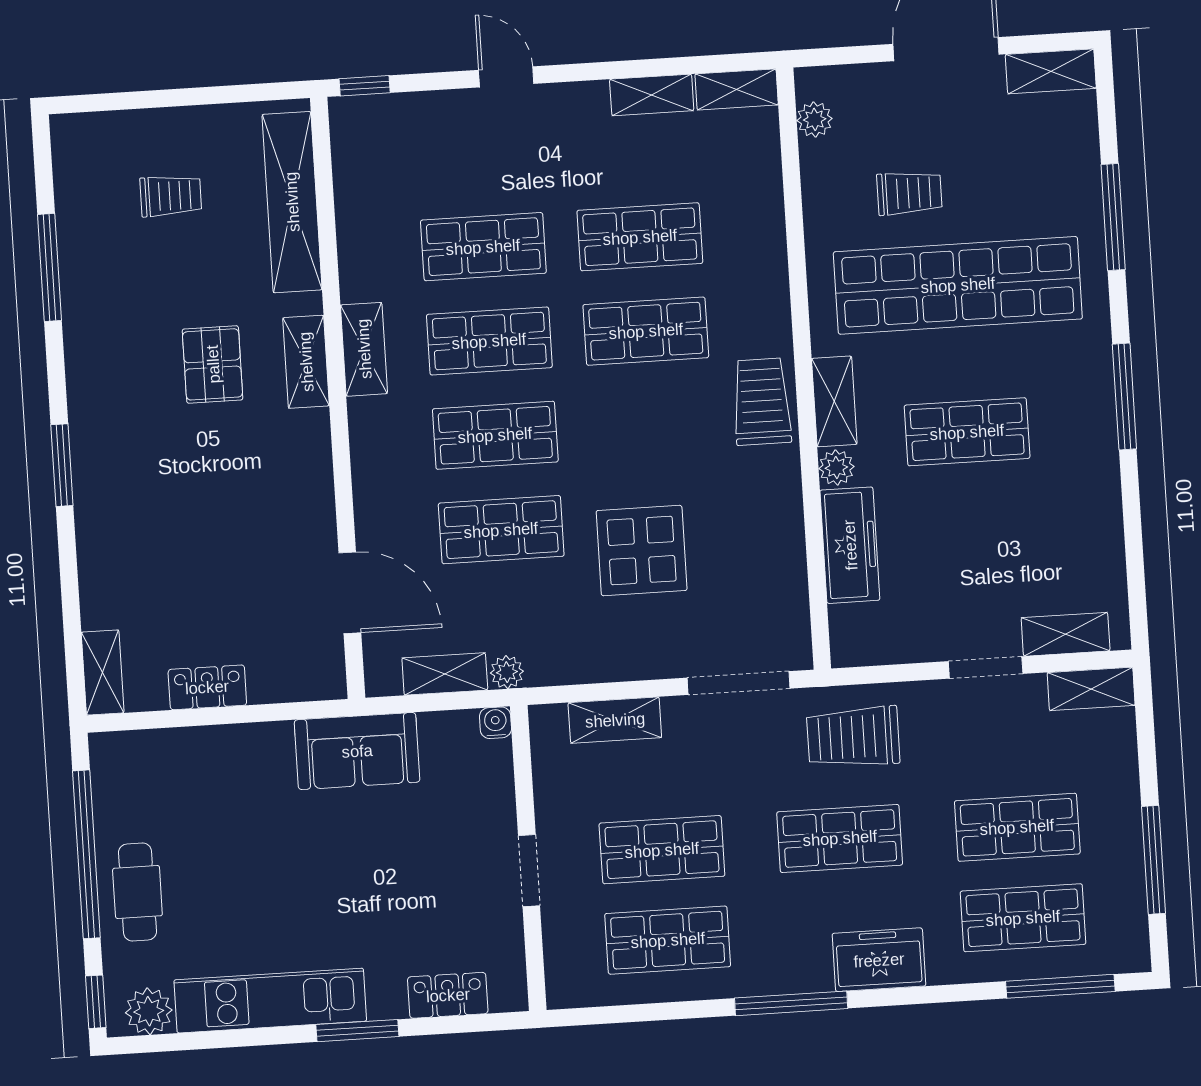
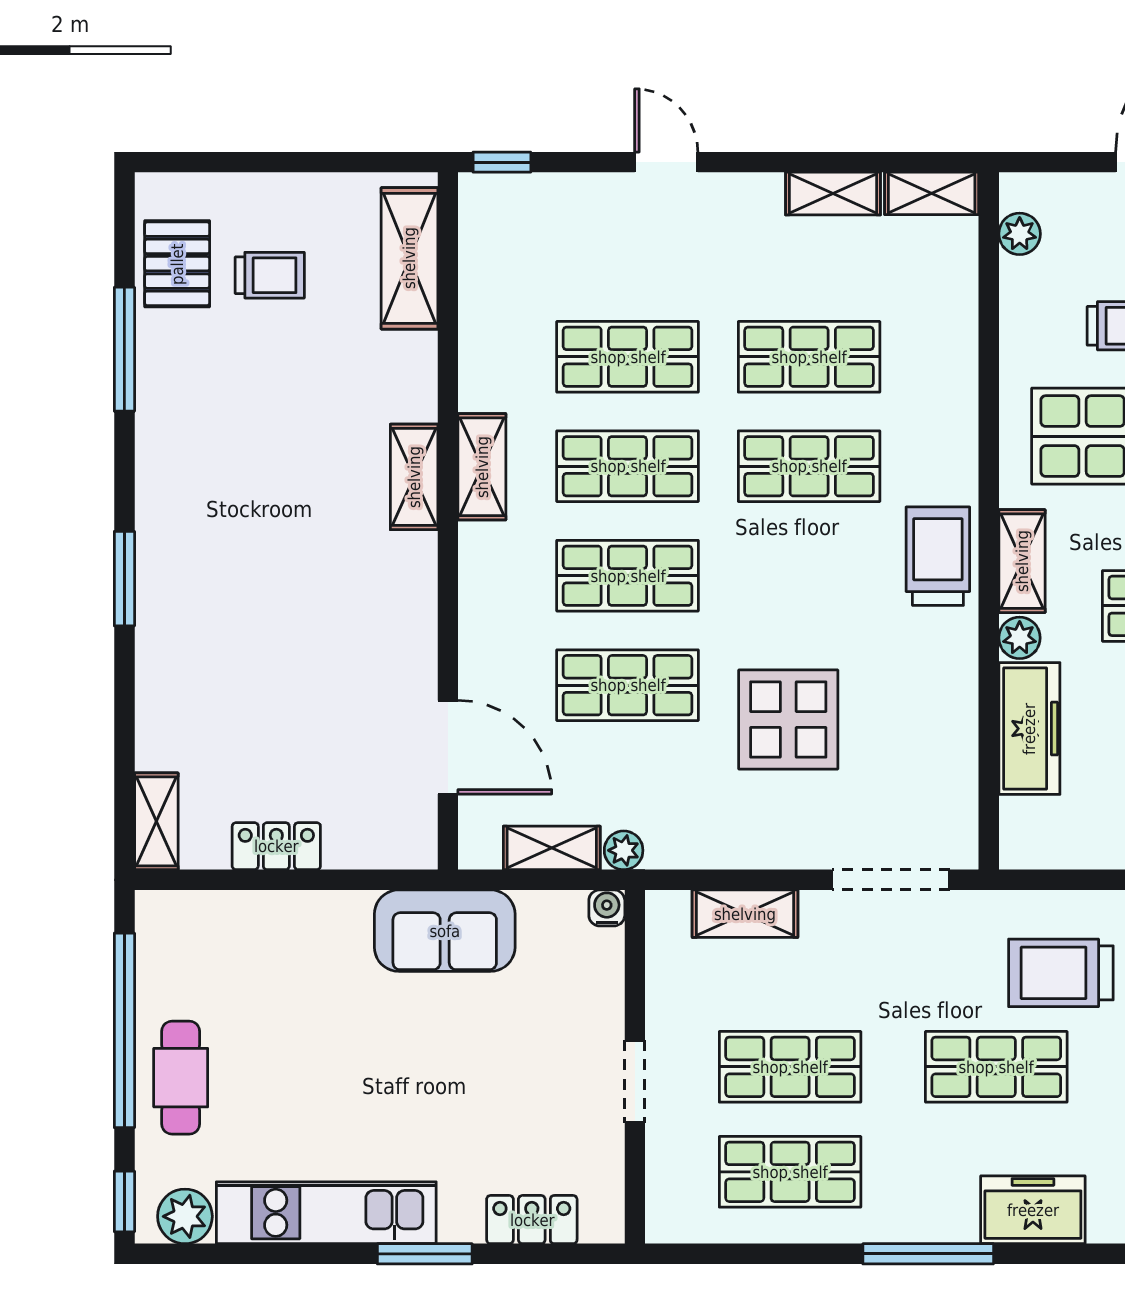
shelving: (292, 202) -> (409, 258), width x0.68
pallet: (213, 364) -> (177, 264), moved
trolley: (853, 737) -> (1061, 973), moved

